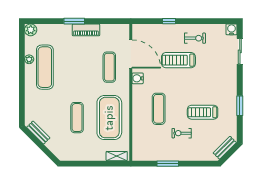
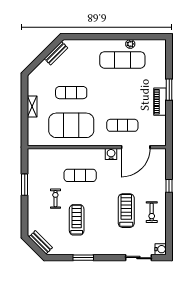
plant: (31, 30) -> (160, 46), removed
treadmill: (178, 60) -> (126, 211), moved
shelving: (117, 156) -> (32, 107), moved

